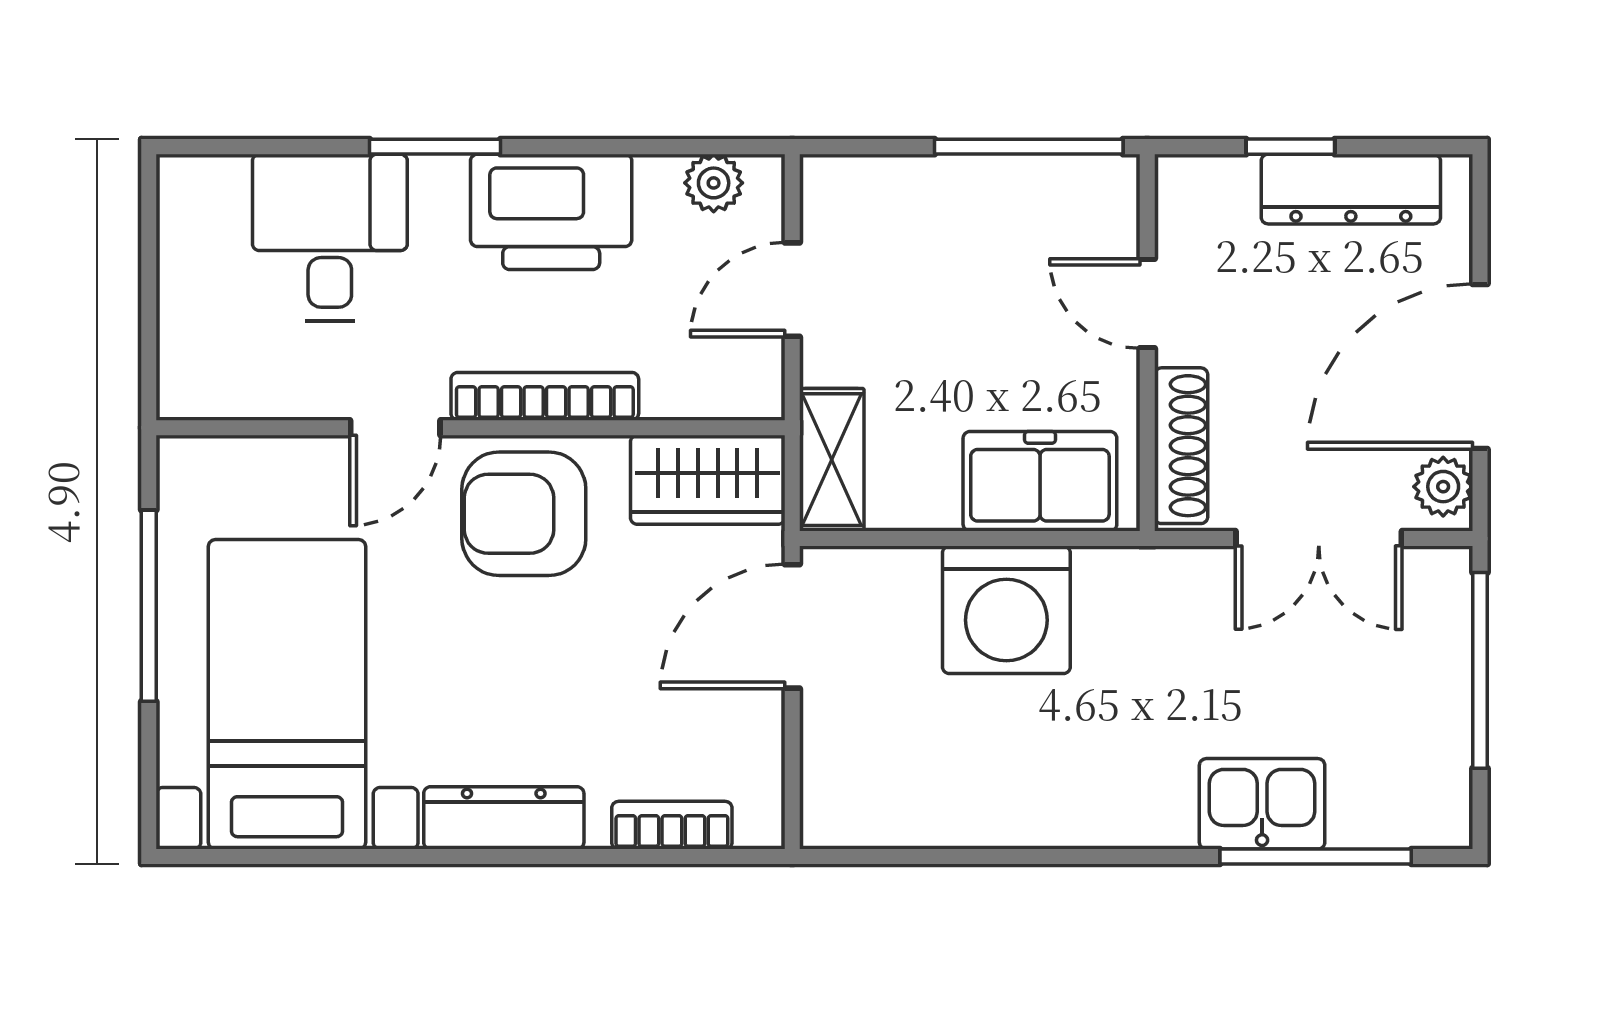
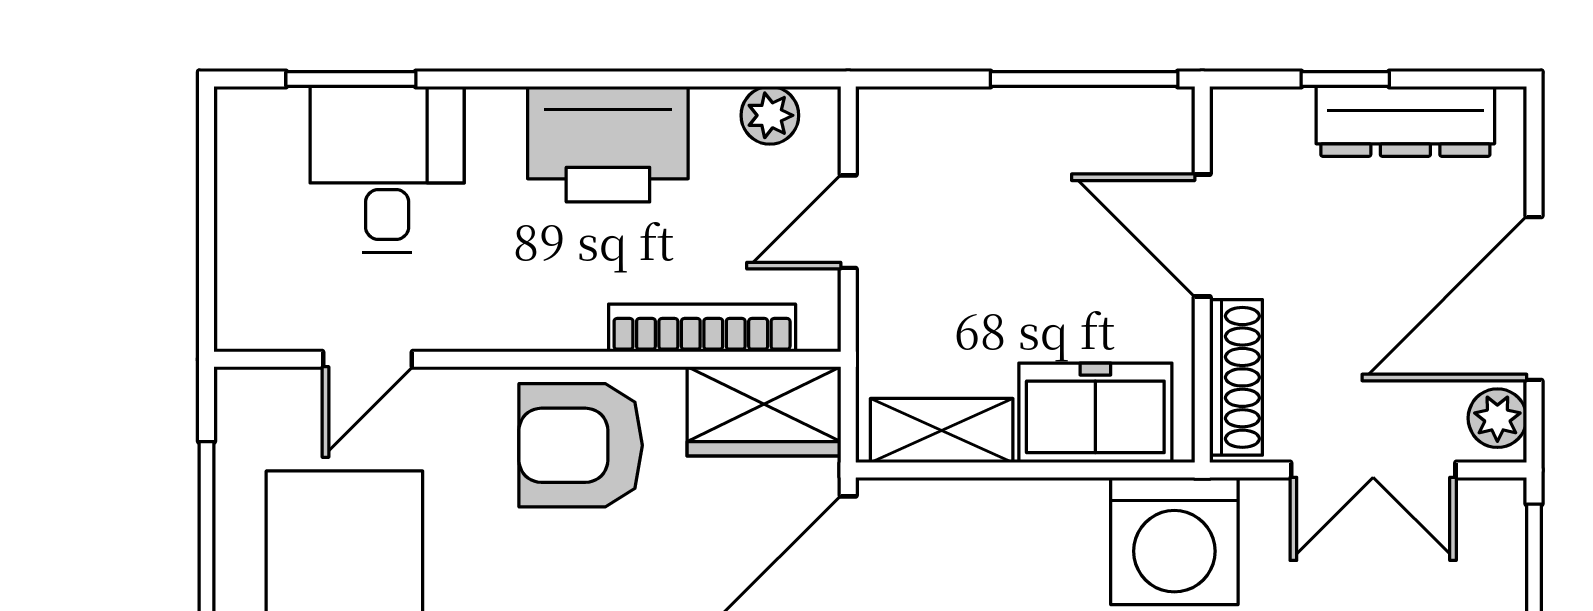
window: (435, 147) -> (351, 79), moved
door: (1147, 303) -> (1202, 236), width x1.38
bookcase: (545, 396) -> (702, 328), moved
door: (395, 428) -> (367, 359), moved
shelving: (832, 460) -> (942, 431), moved, turned 90
washing machine: (1006, 610) -> (1174, 541), moved

